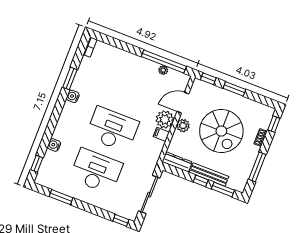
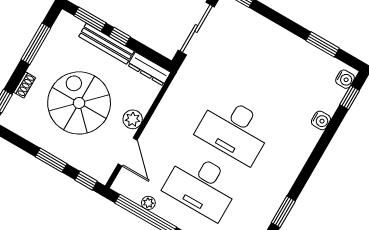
water cooler: (73, 96) -> (345, 79), moved
door: (183, 103) -> (128, 152), hinge flipped
plant: (165, 119) -> (157, 132), removed
filing cabinet: (161, 134) -> (165, 112), removed
desk: (96, 171) -> (202, 186), moved

